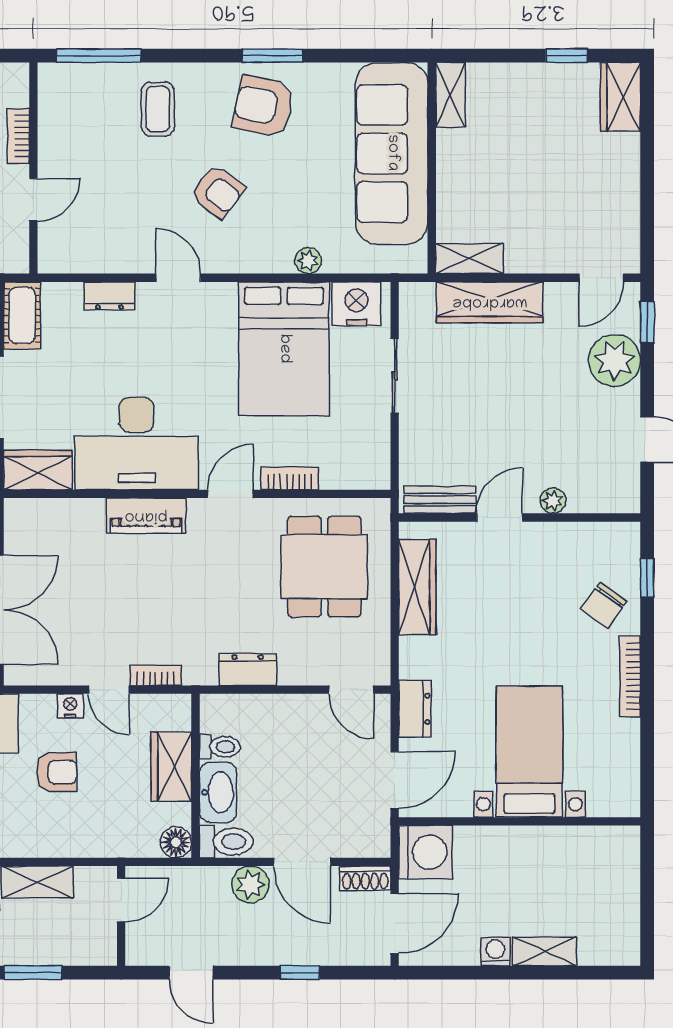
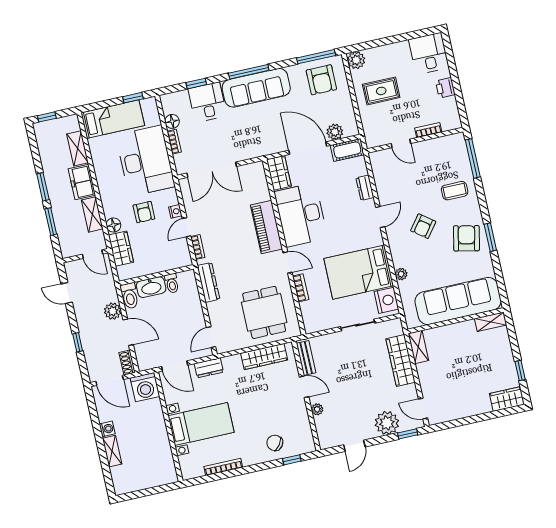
piano: (146, 516) -> (267, 227), width x1.37, depth x1.33
dining table: (324, 567) -> (264, 312), turned 90
dresser: (248, 670) -> (208, 282), width x1.44
bookcase: (630, 676) -> (223, 467), moved
wardrobe: (171, 767) -> (121, 249), moved, turned 90
floor lamp: (176, 842) -> (113, 225), moved
door: (302, 862) -> (128, 332), swing flipped
door: (191, 973) -> (67, 293), hinge flipped

